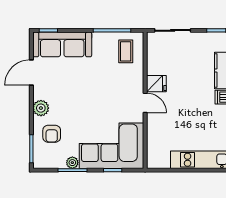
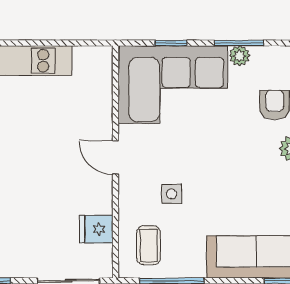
side table: (112, 82) -> (172, 194), added
fridge: (156, 84) -> (96, 229), moved

